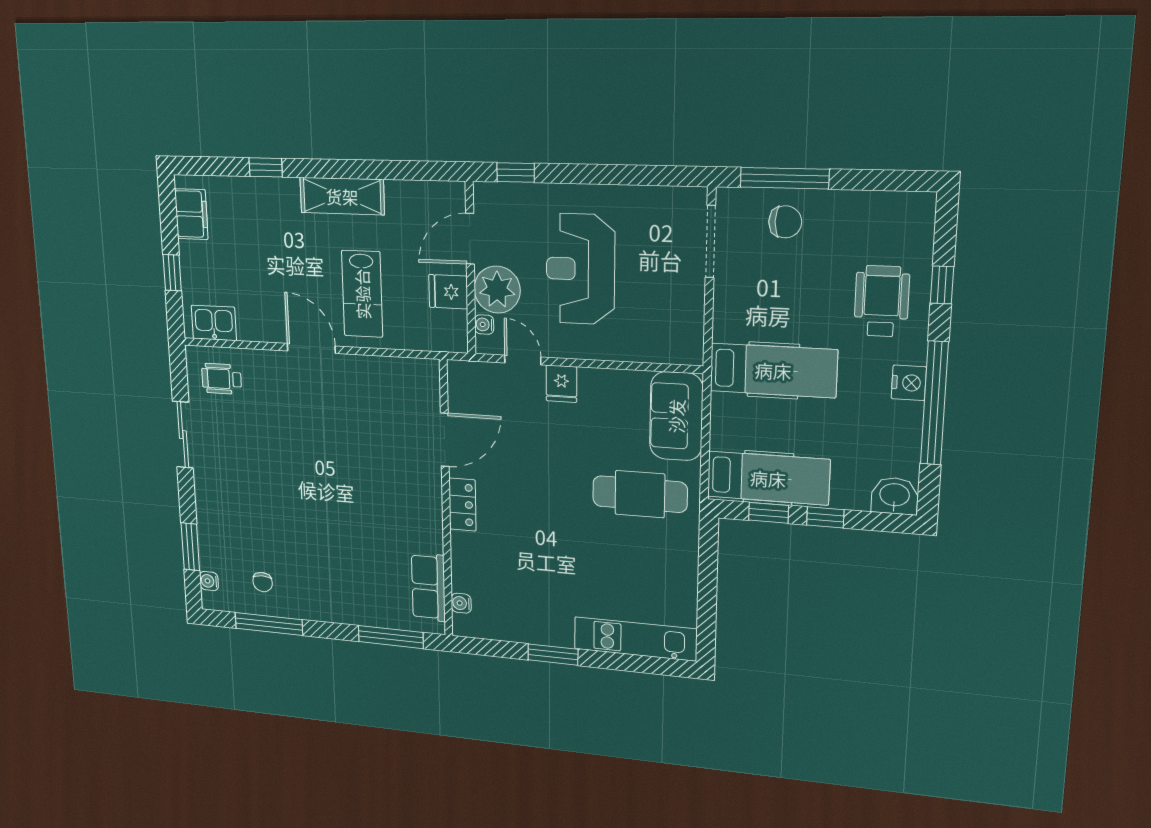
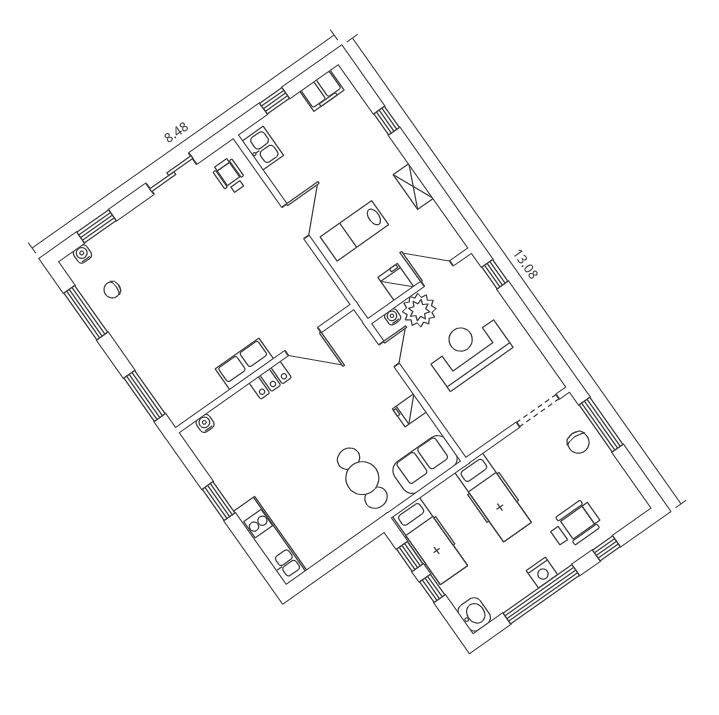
shelving: (342, 196) -> (413, 186), width x0.67, depth x0.75
fridge: (561, 384) -> (409, 410), moved
row of seats: (428, 587) -> (244, 364), moved

